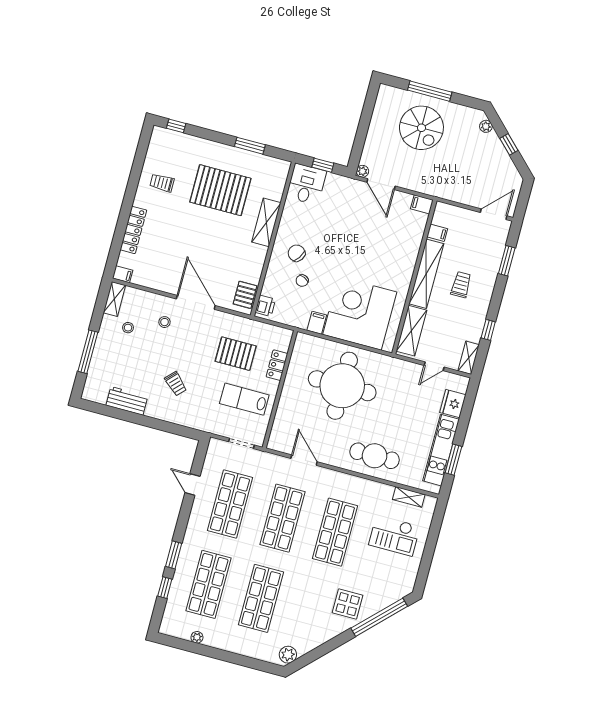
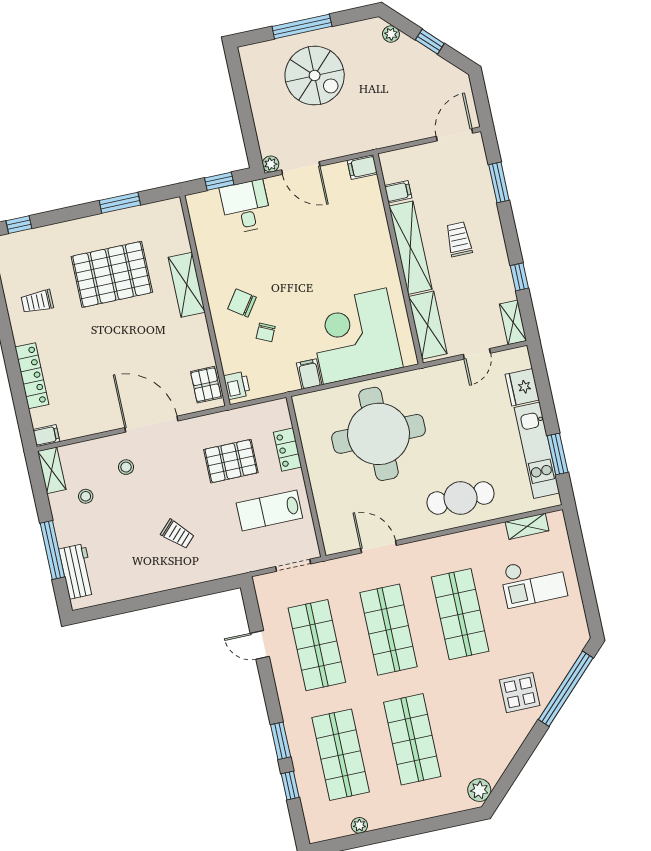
desk: (306, 184) -> (246, 207), moved
workbench: (127, 401) -> (77, 571), moved, turned 90

